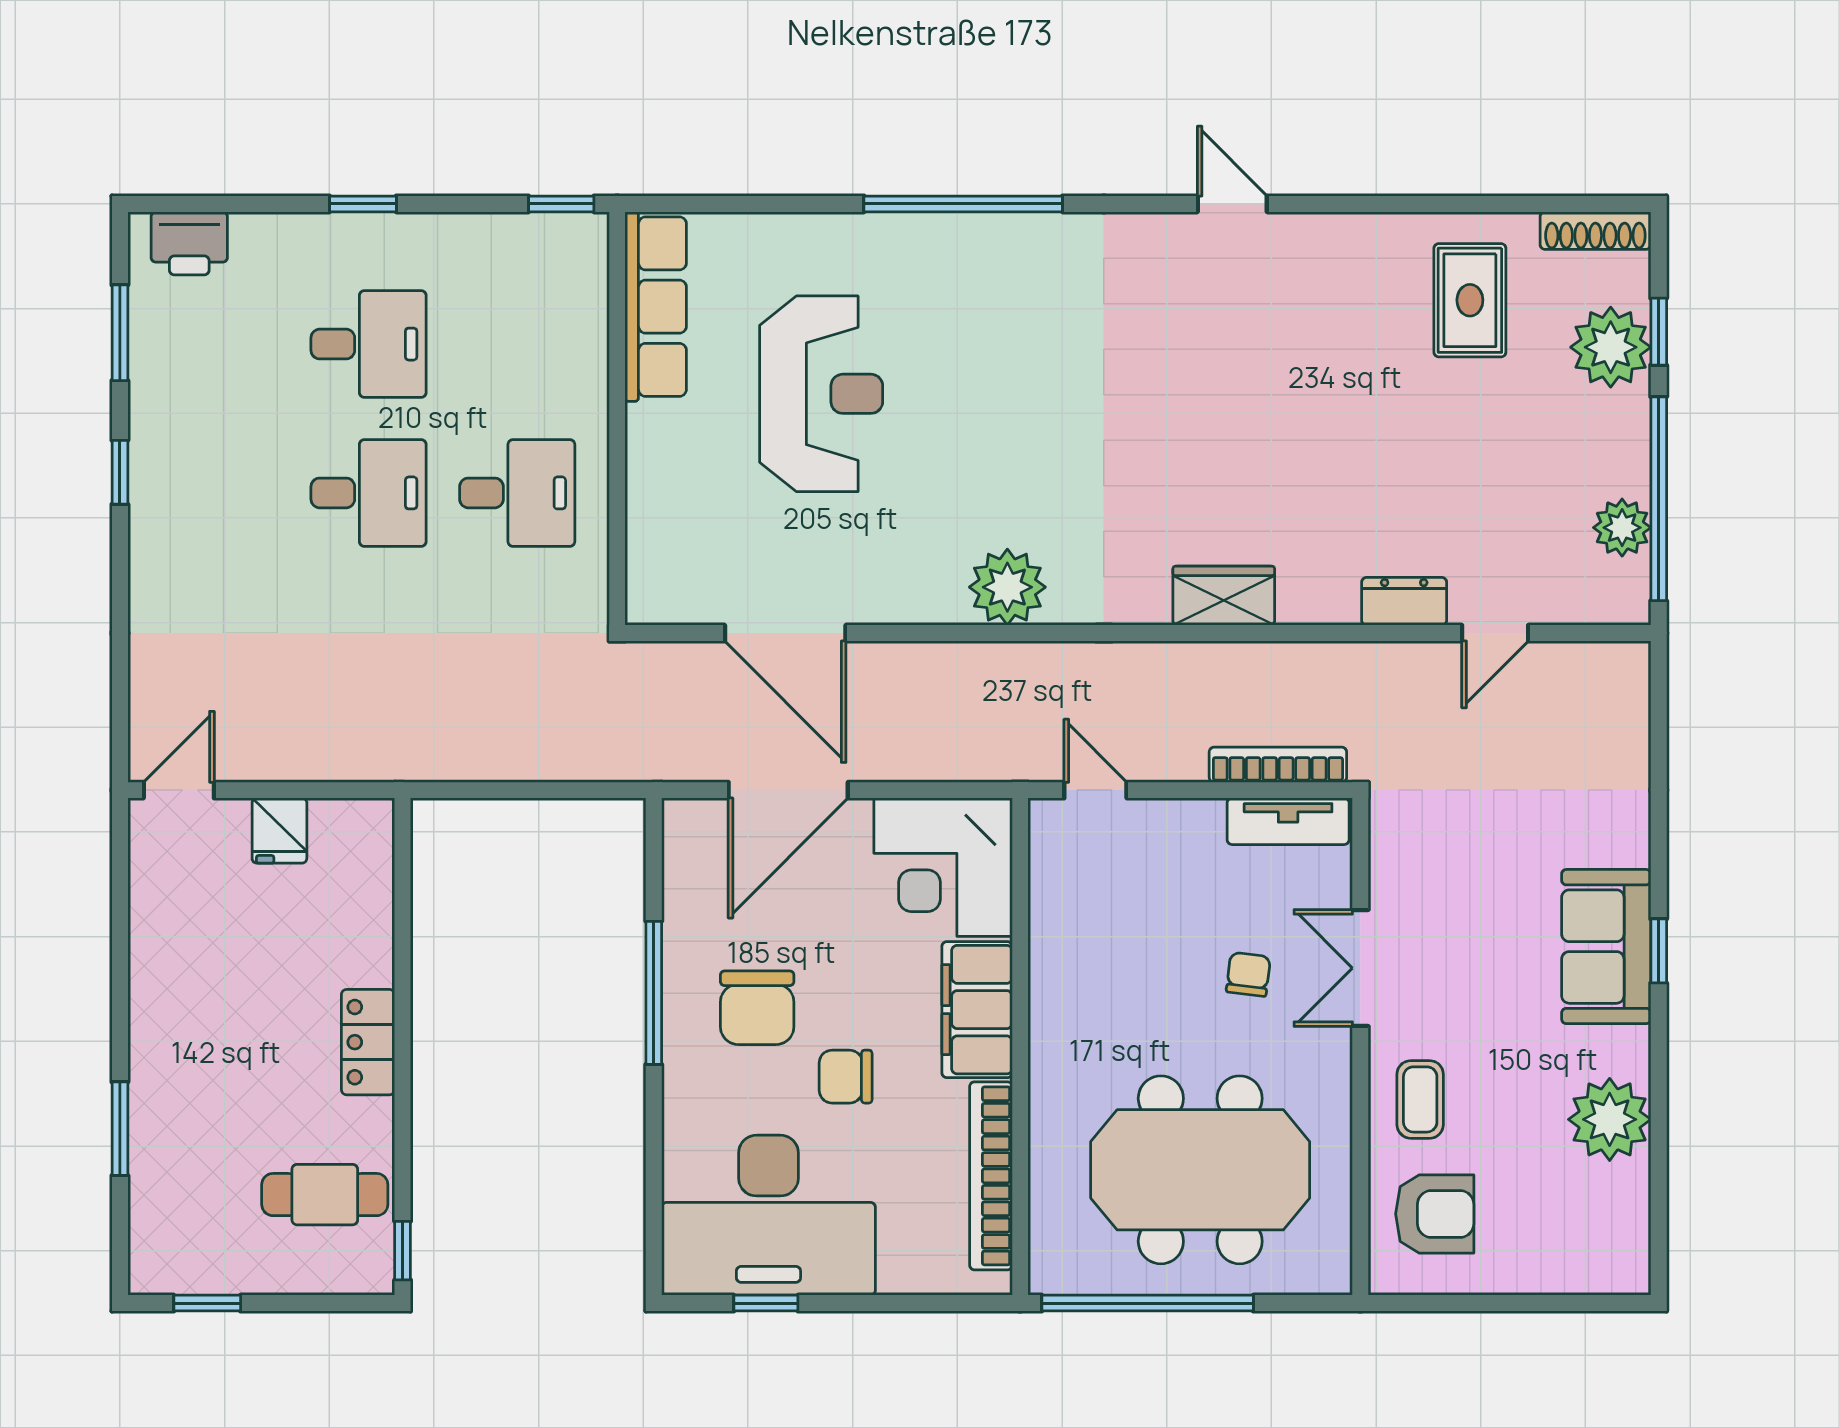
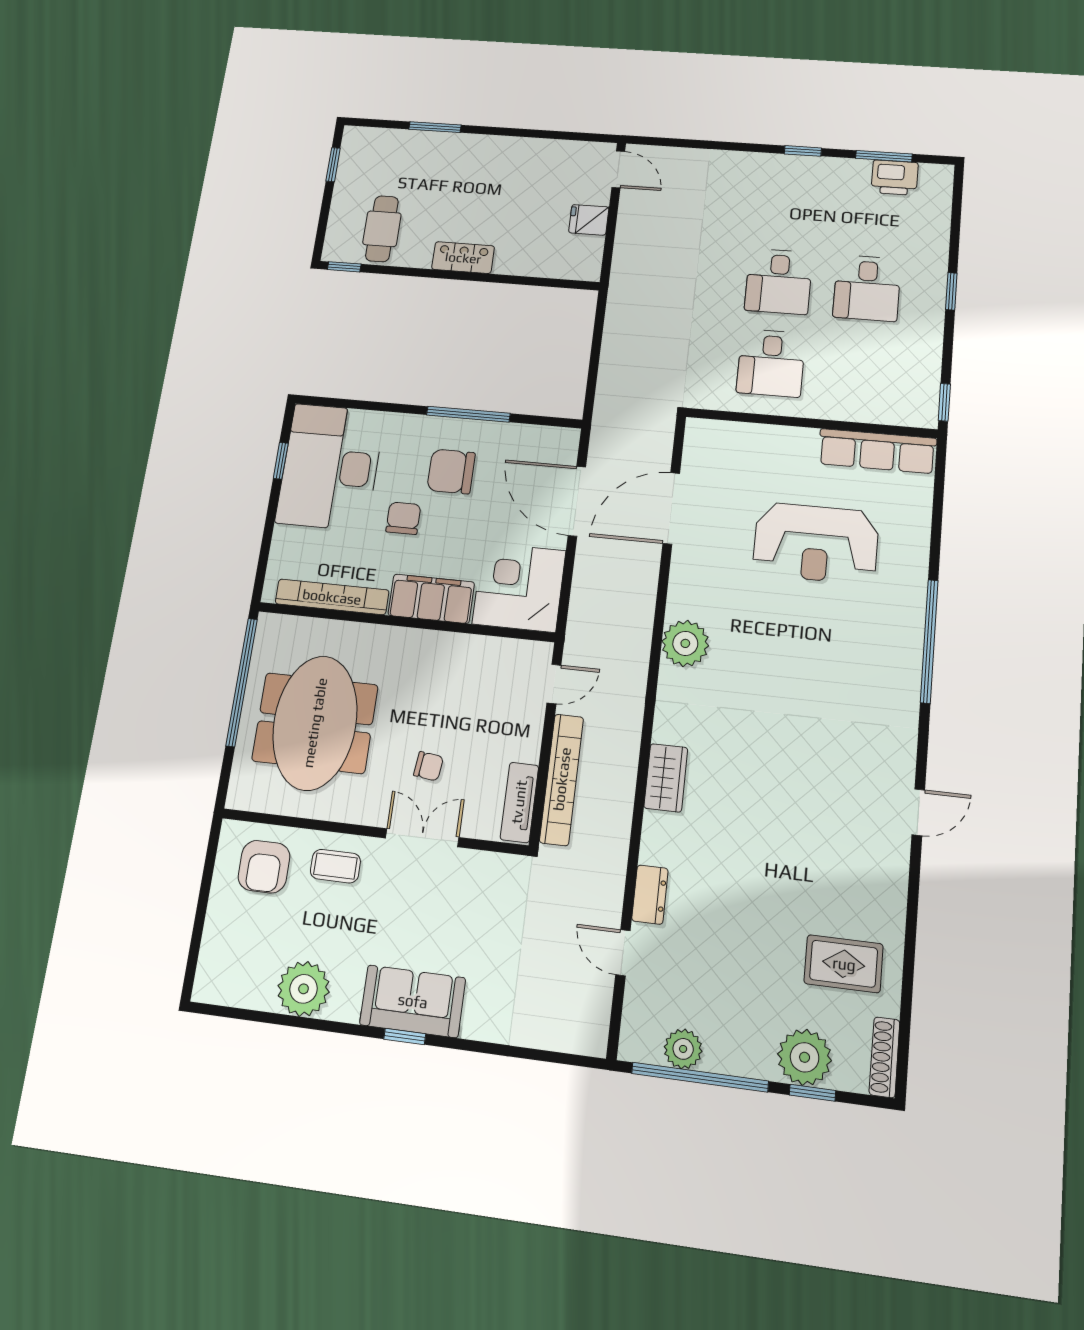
printer: (189, 243) -> (895, 178), moved, turned -90
bookcase: (1278, 765) -> (562, 779), width x1.48, depth x1.31

